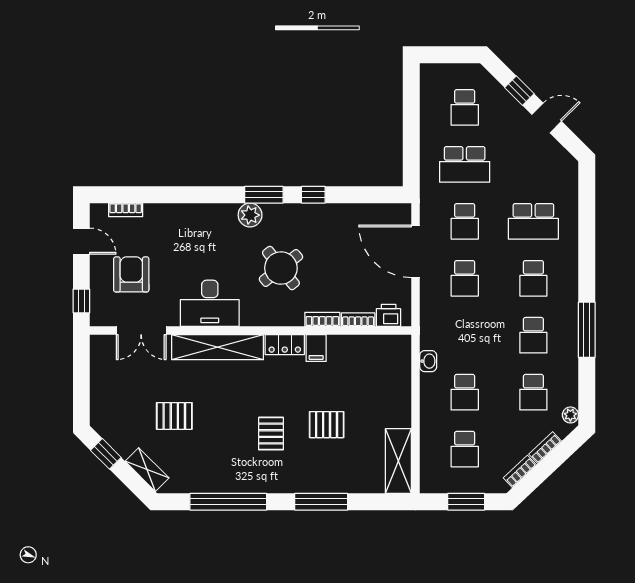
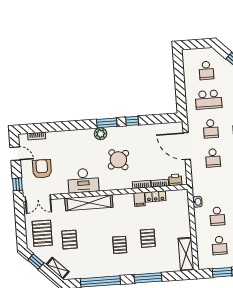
double door: (141, 330) -> (38, 198), moved
locker: (285, 345) -> (155, 196), moved
pallet: (122, 400) -> (42, 233), added
pallet: (174, 416) -> (69, 240), turned 90
pallet: (327, 425) -> (148, 238), turned 90

